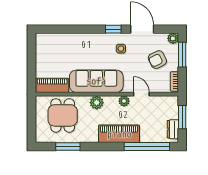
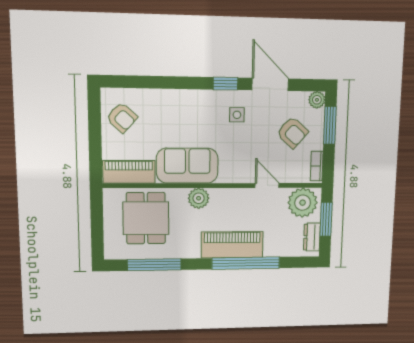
armchair: (48, 51) -> (122, 118), added
armchair: (157, 60) -> (292, 133), turned -113
sofa: (96, 81) -> (187, 166), width x0.73
plant: (124, 101) -> (303, 203), moved, width x1.88, depth x1.88
window: (68, 146) -> (154, 265), width x1.44
window: (147, 146) -> (246, 263), moved

